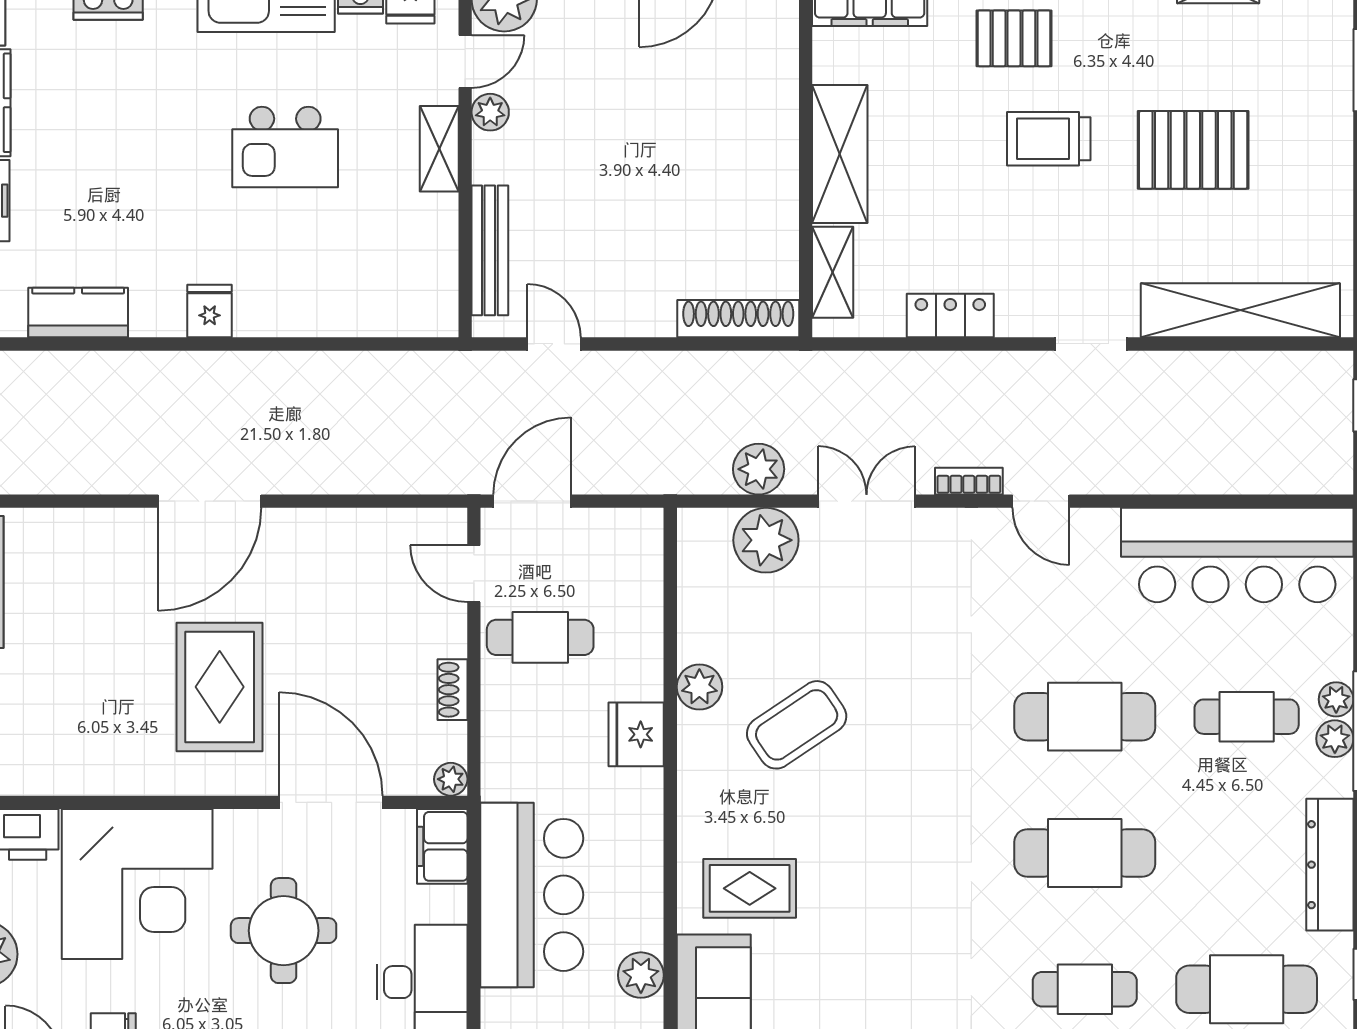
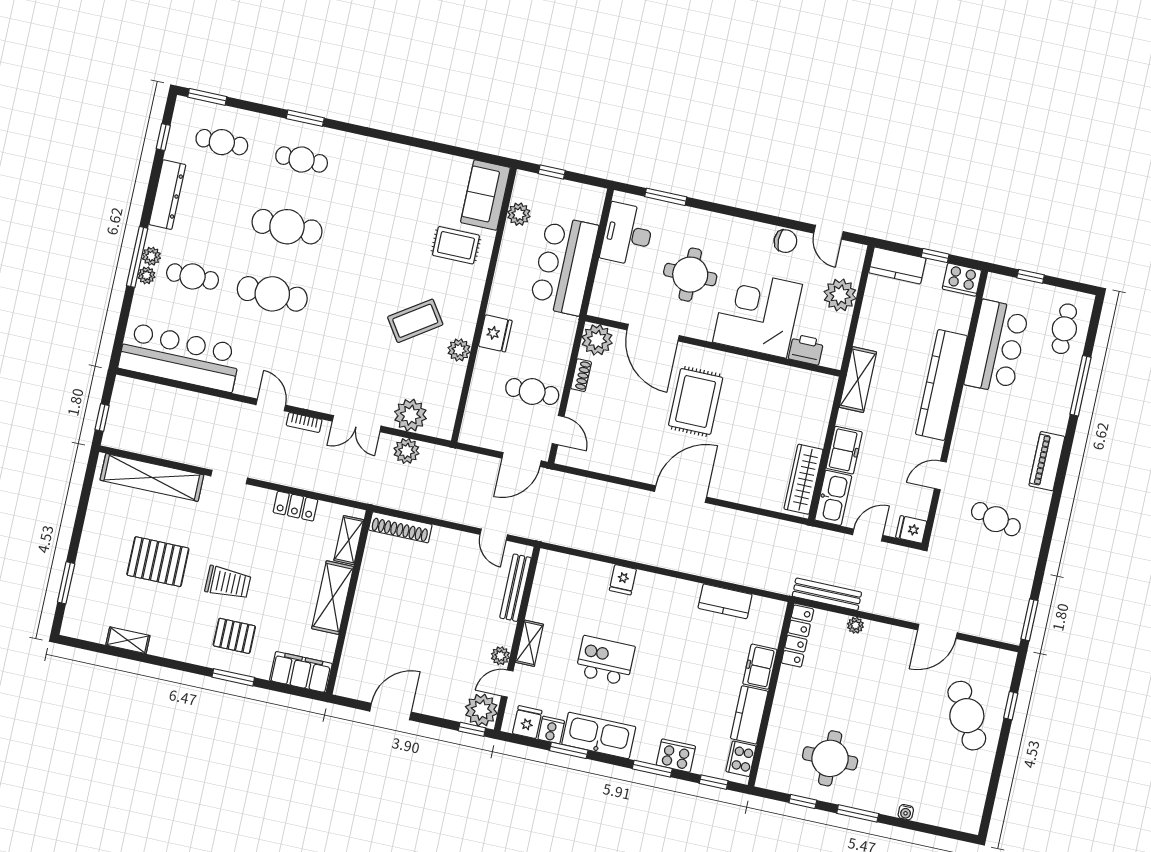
fridge: (210, 311) -> (623, 580), moved
plant: (451, 779) -> (597, 340), width x1.88, depth x1.88
filing cabinet: (442, 846) -> (603, 299), removed
cafe table: (1247, 989) -> (222, 142), width x0.73, depth x0.74

